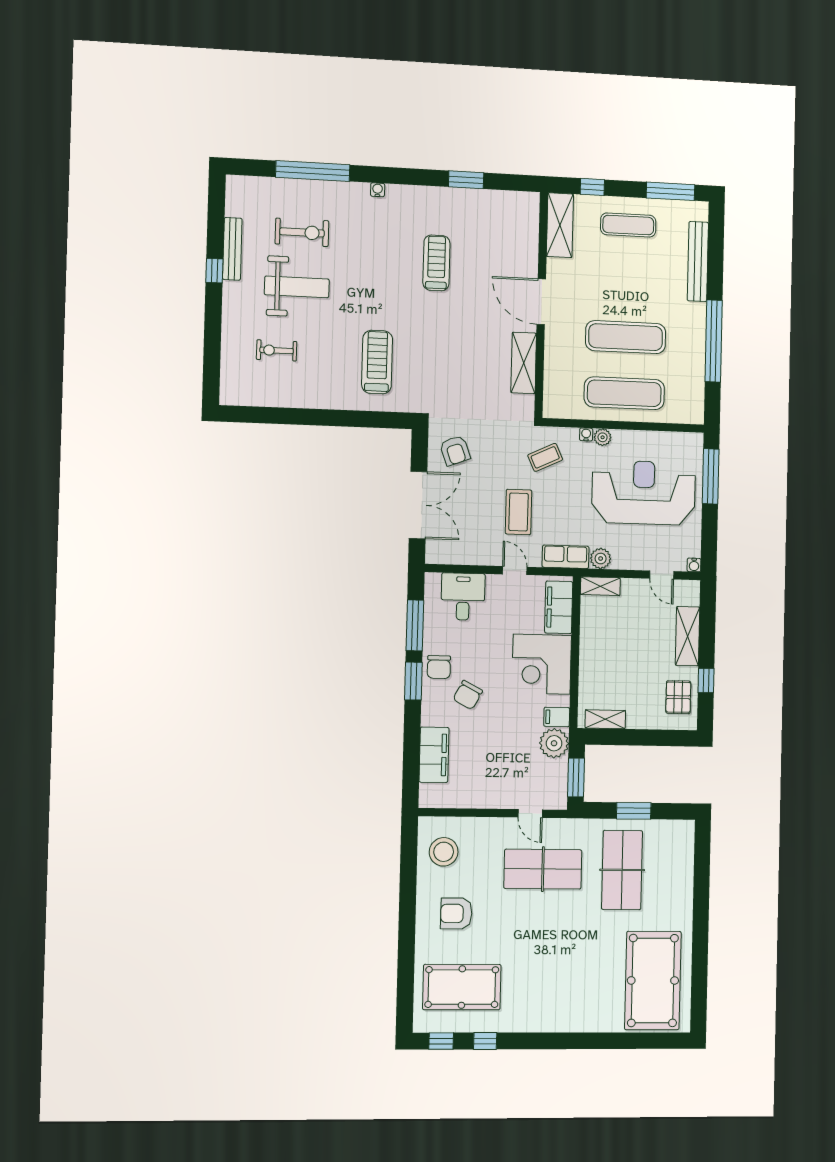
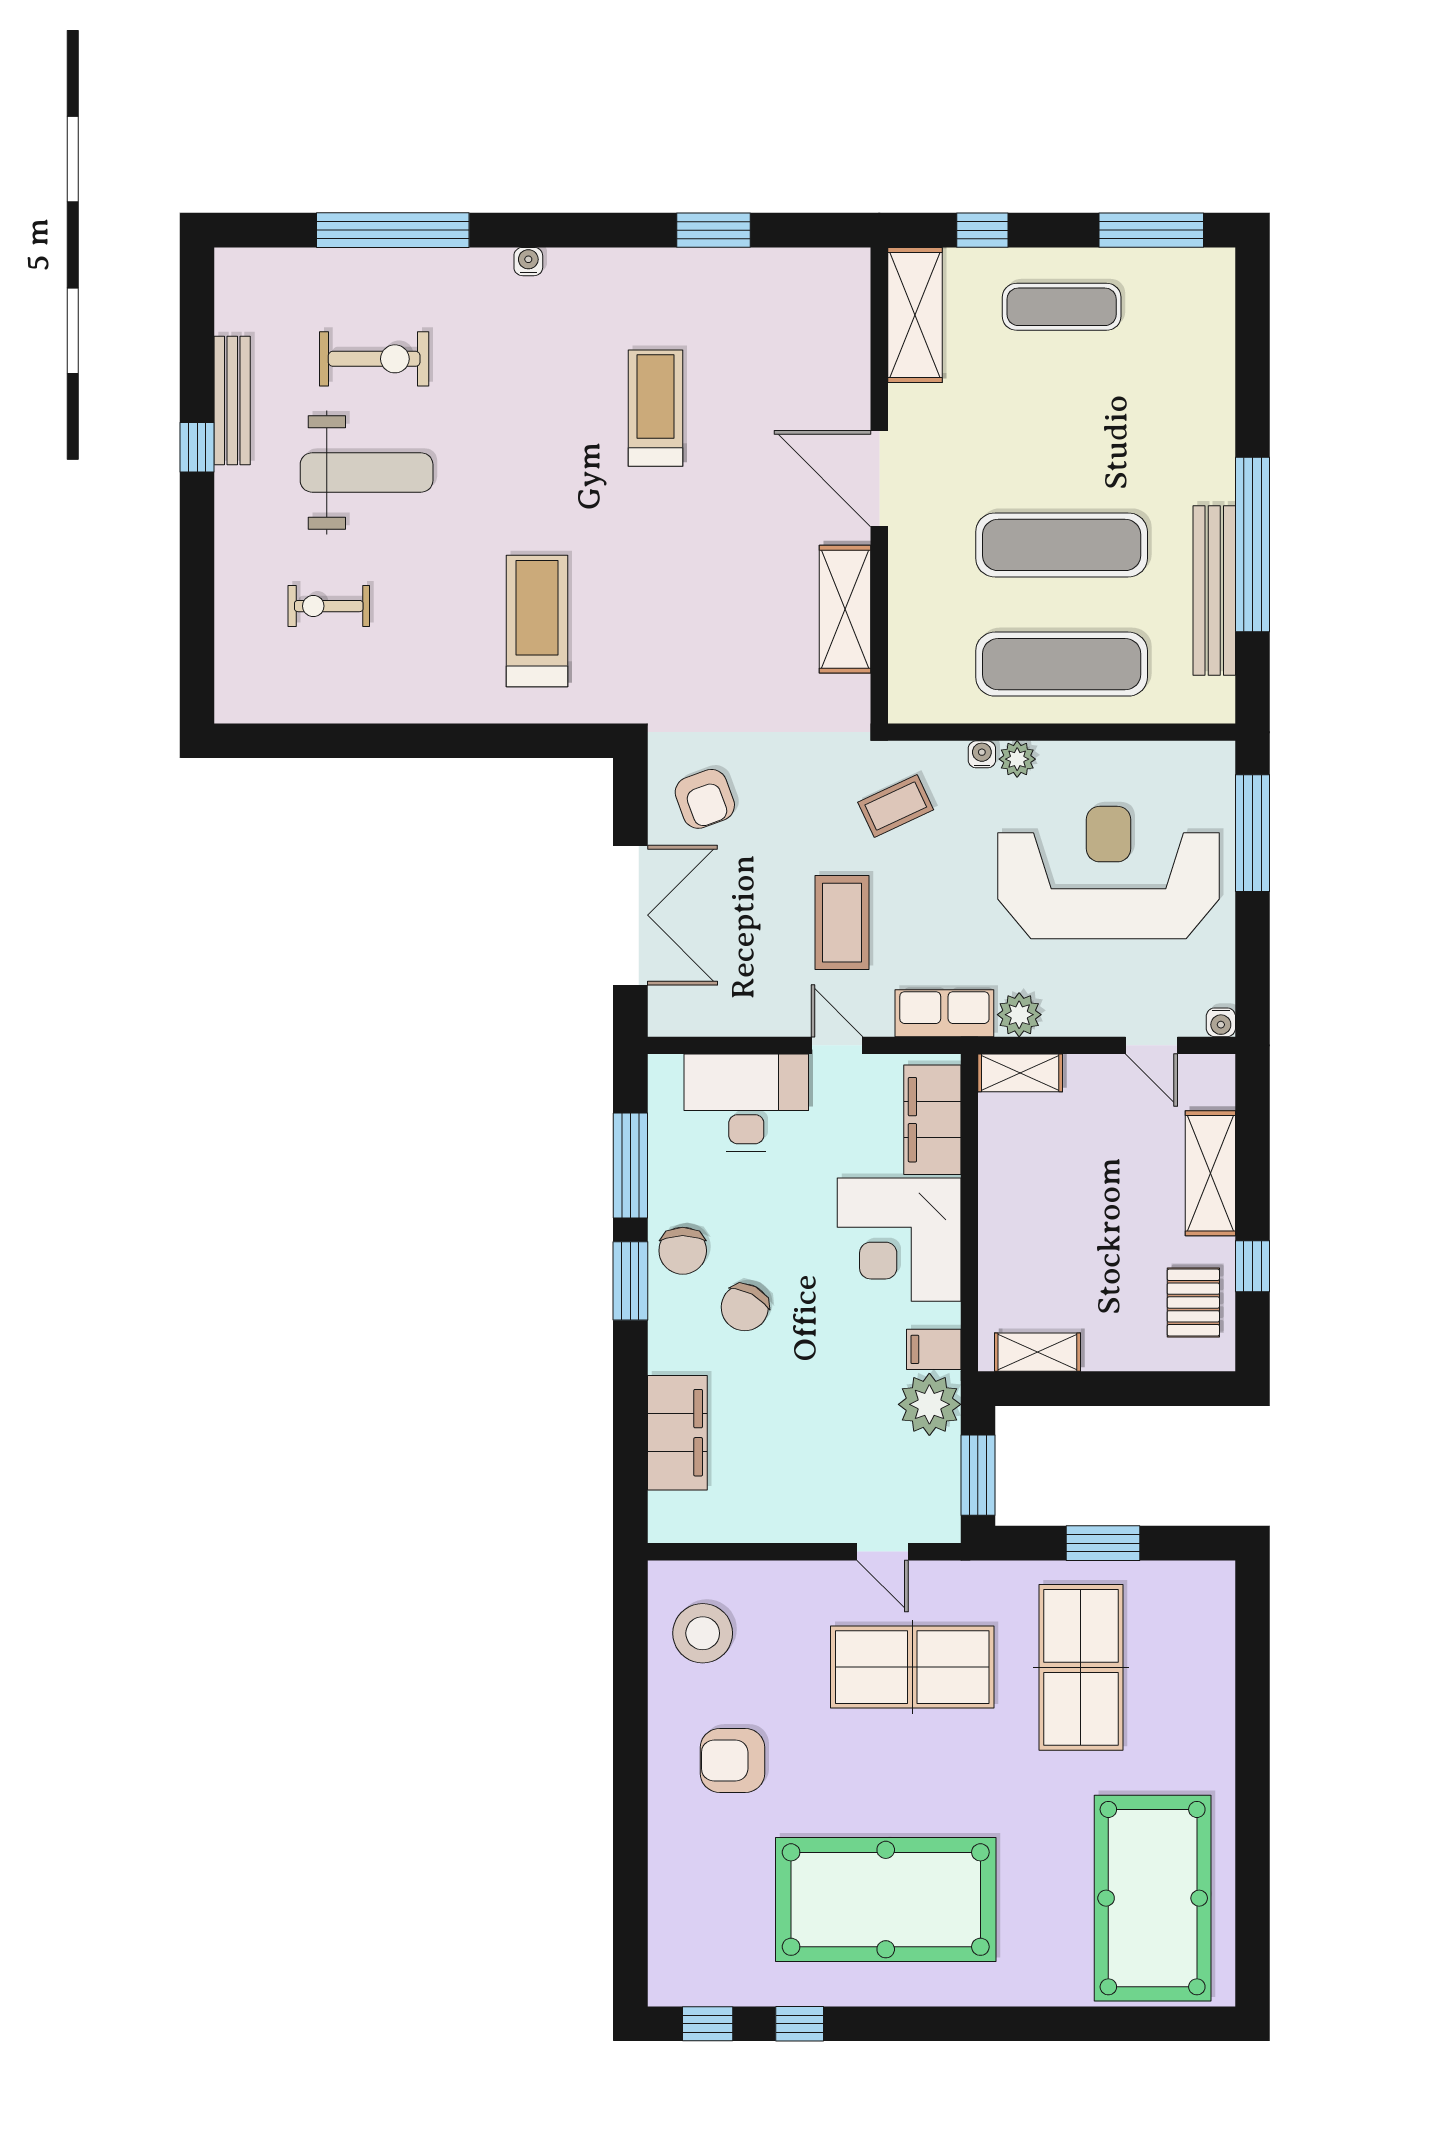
bench: (698, 261) -> (1214, 590), moved
desk: (463, 597) -> (746, 1103), width x1.37
pool table: (462, 987) -> (886, 1900), moved, width x1.36, depth x1.32

